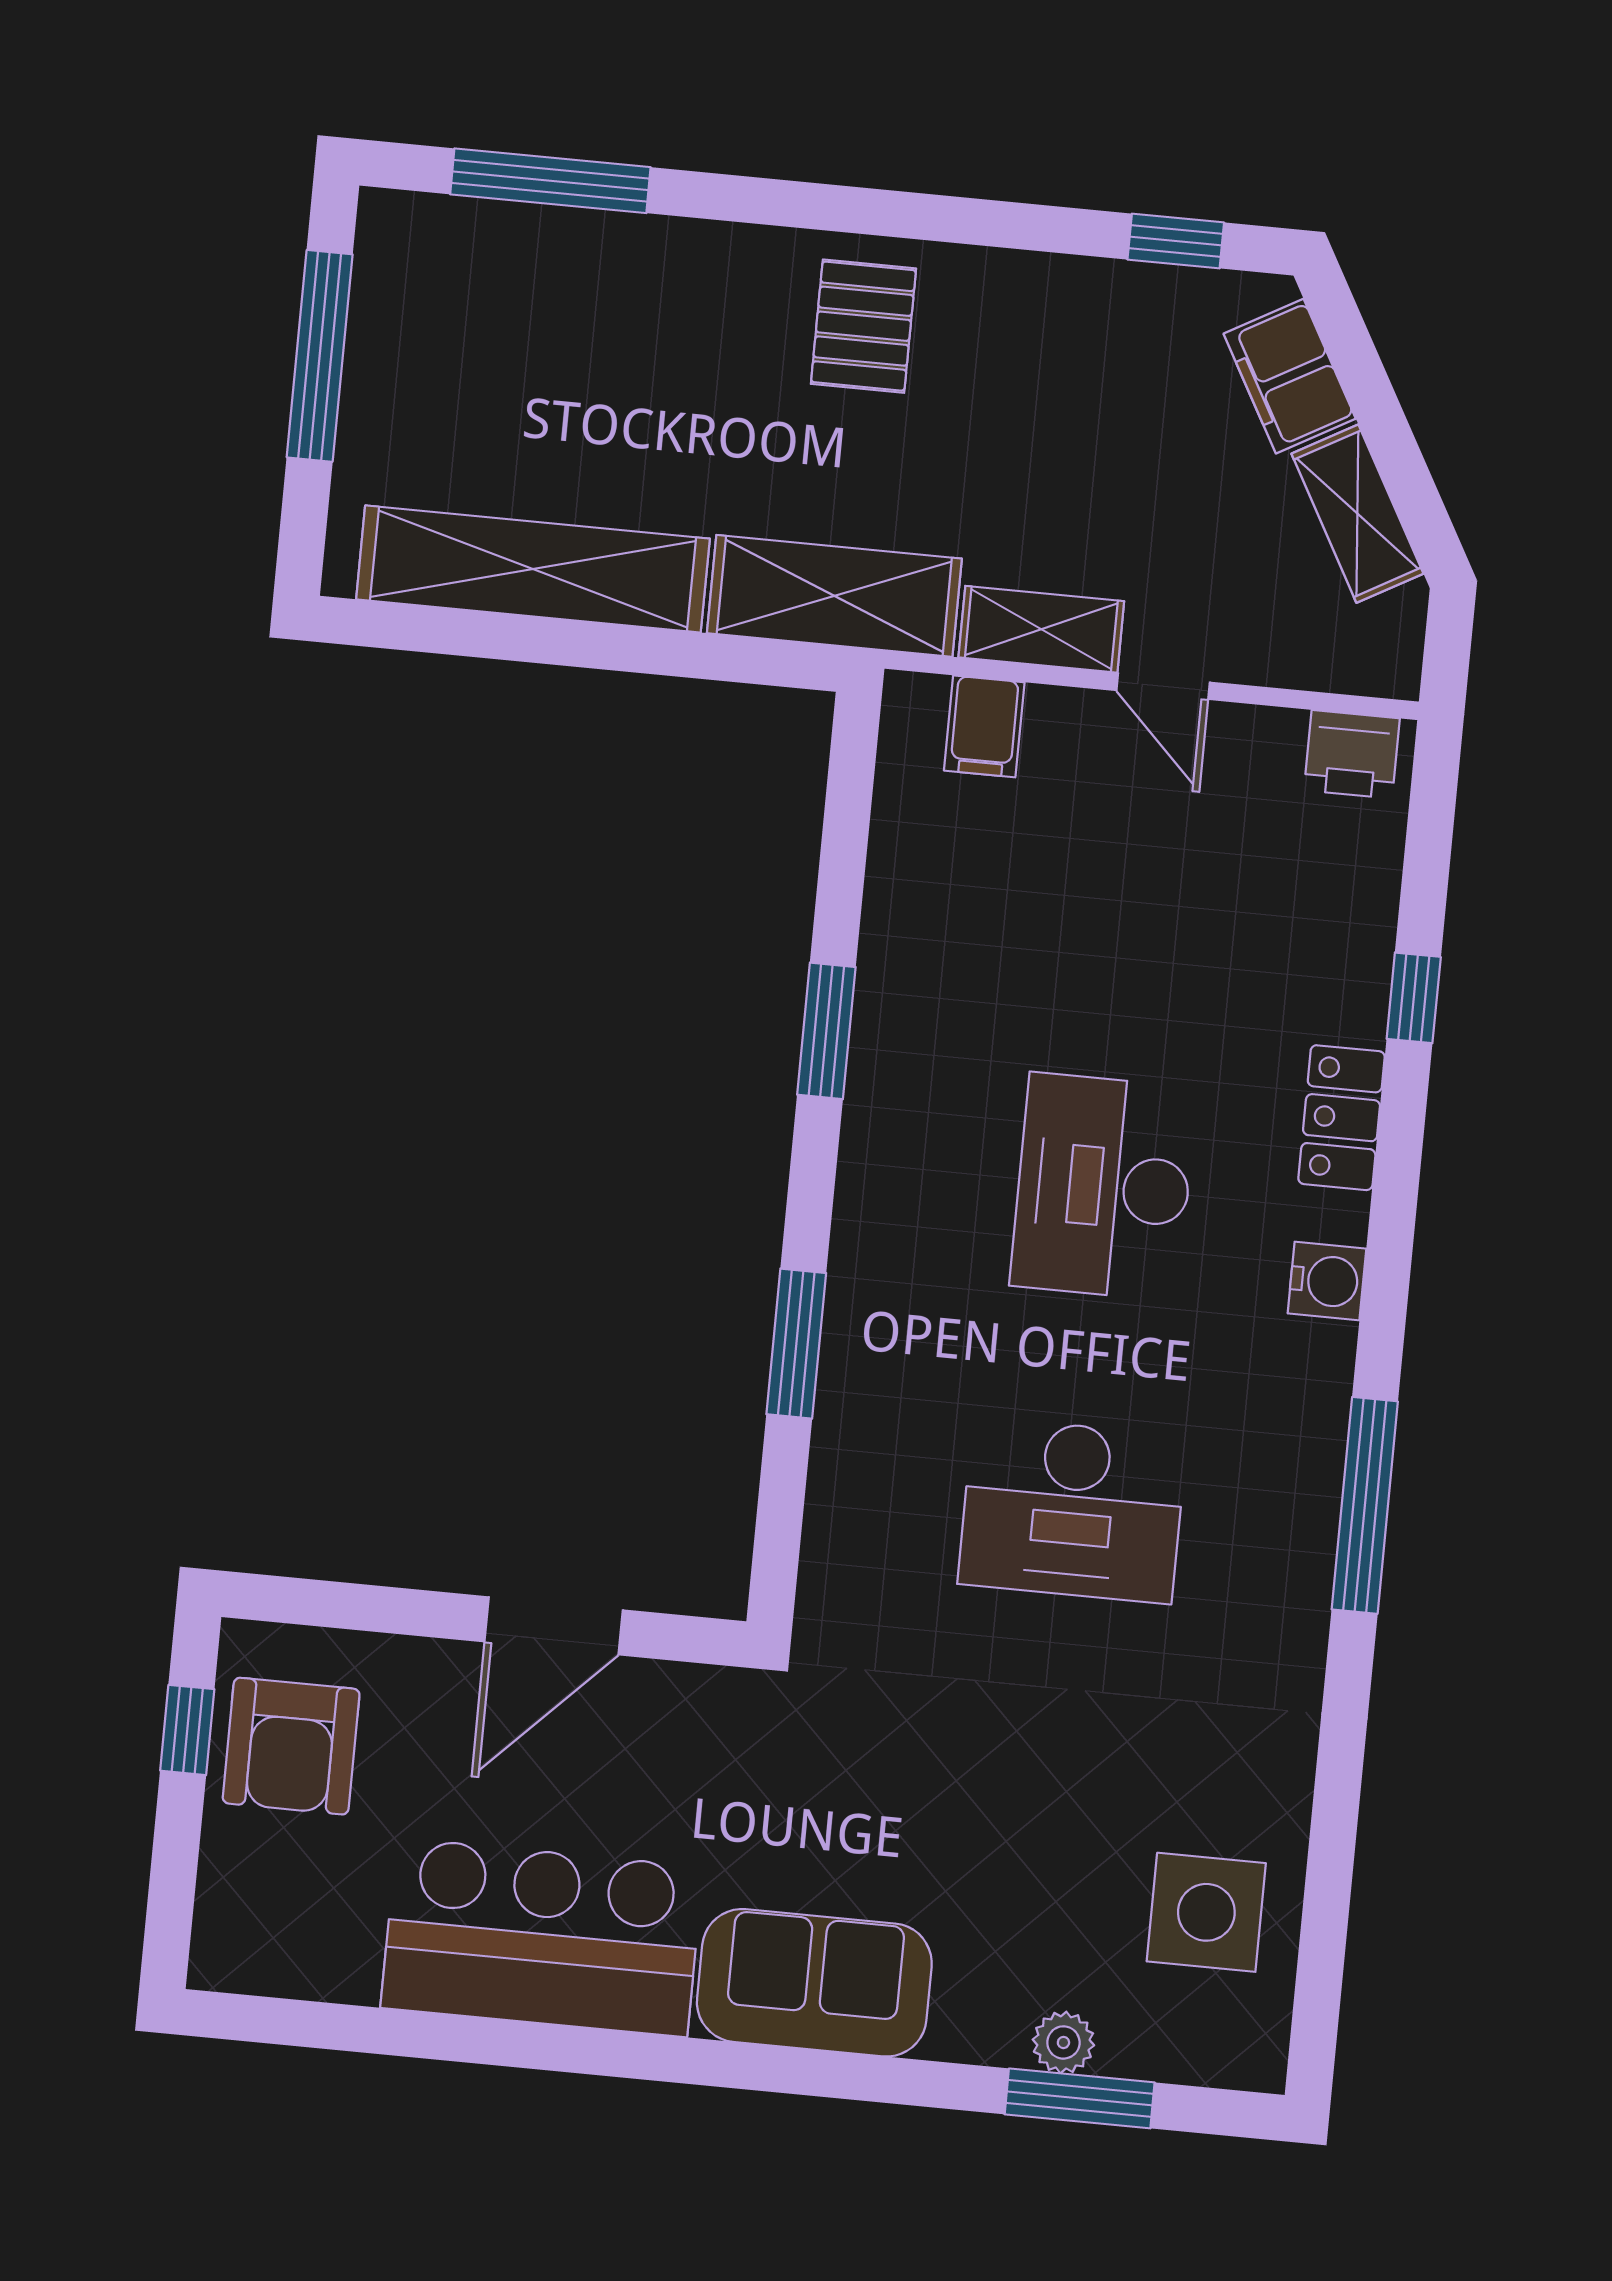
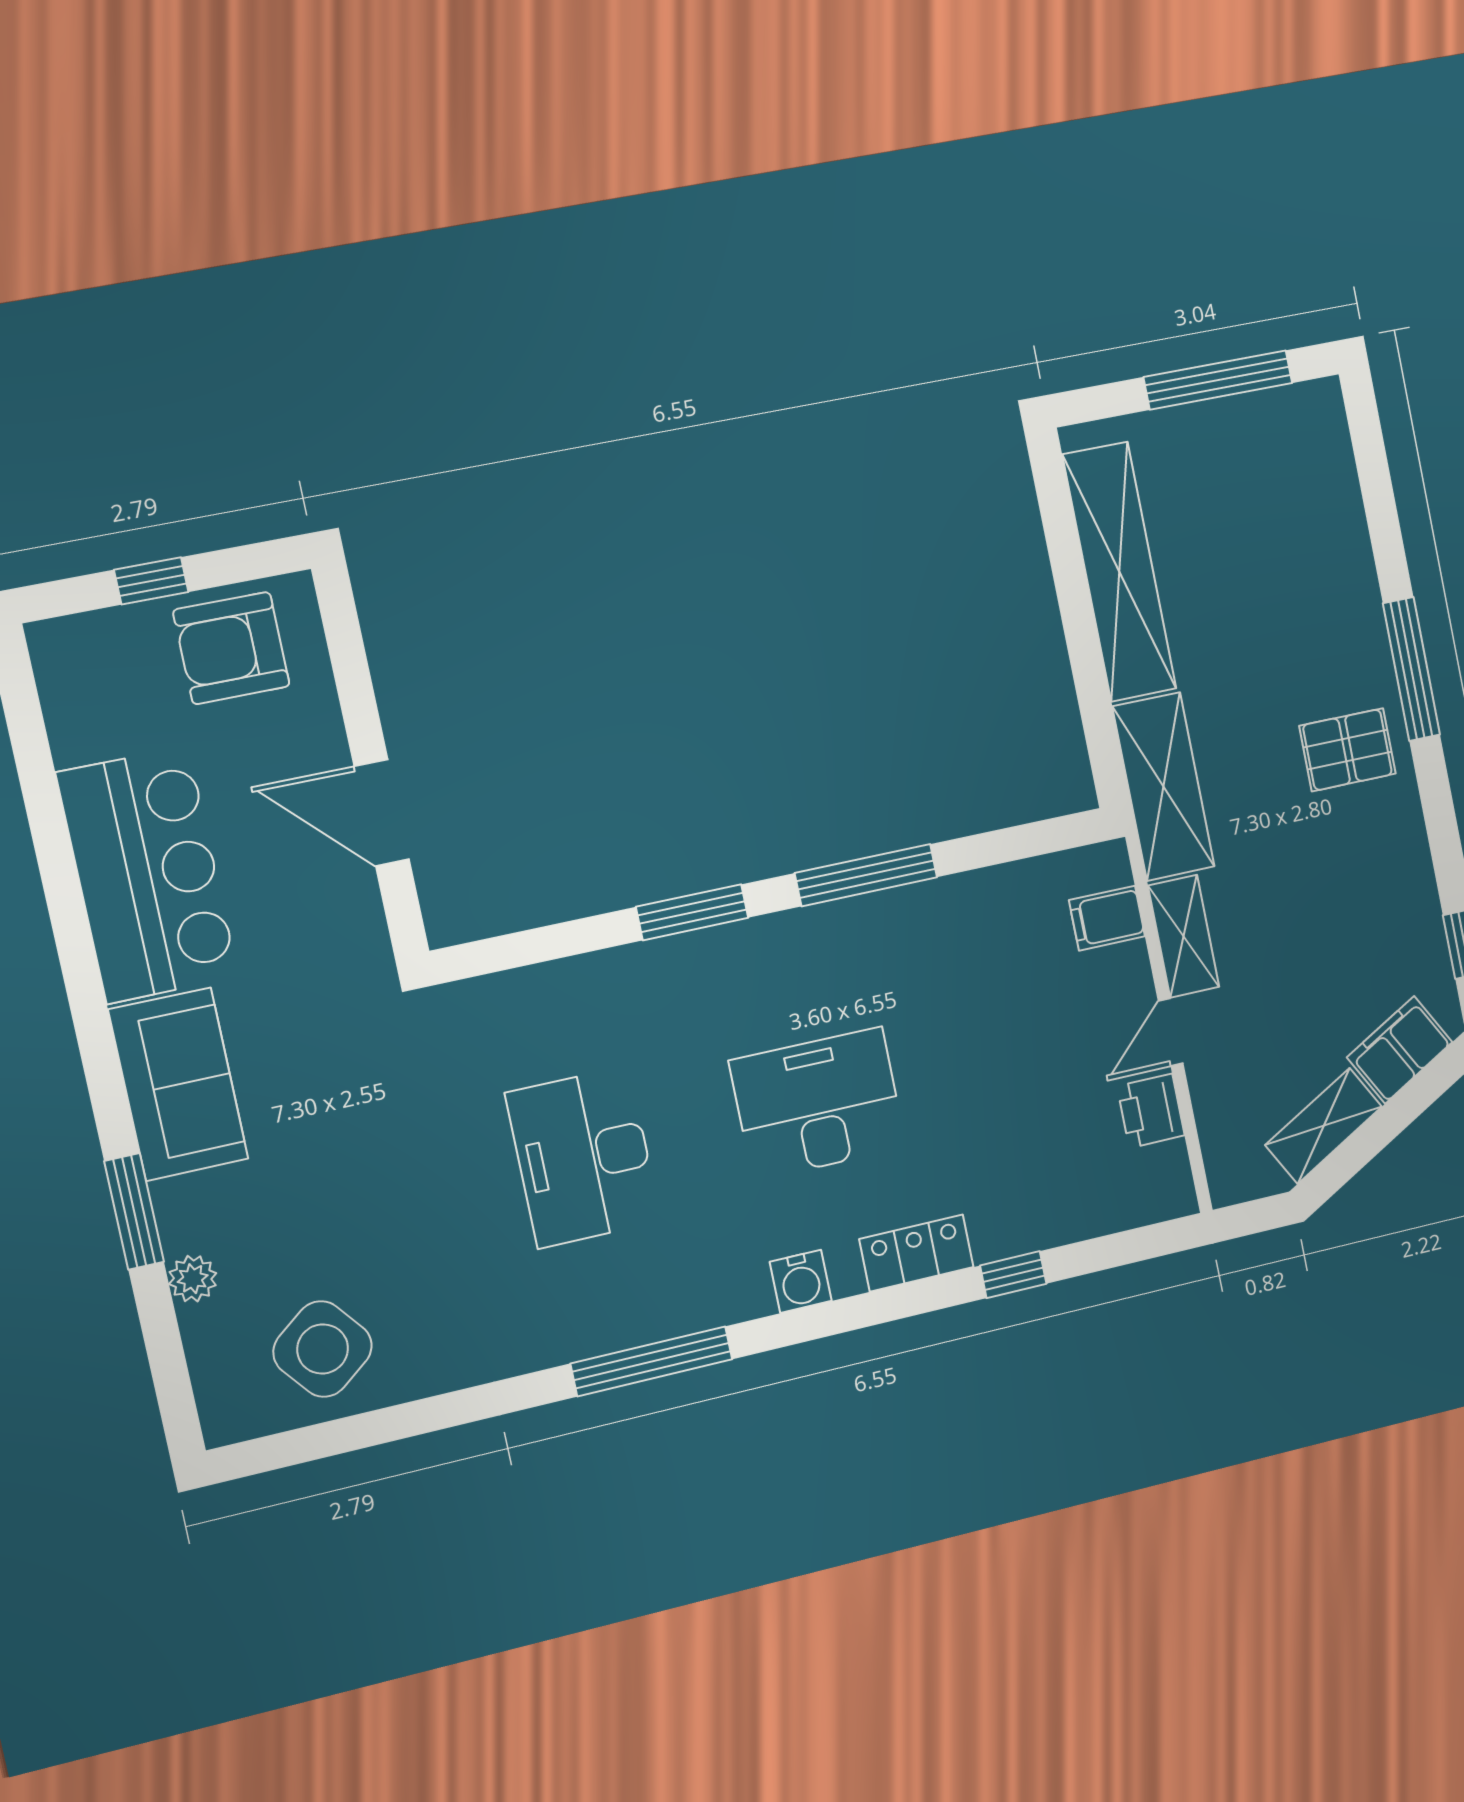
window: (550, 181) -> (1411, 669), moved
printer: (1352, 754) -> (1151, 1111), moved
window: (826, 1031) -> (866, 875), width x1.44
window: (796, 1344) -> (692, 912), moved
window: (187, 1730) -> (151, 581), moved
side table: (1206, 1912) -> (323, 1349), turned -38
window: (1080, 2098) -> (134, 1211), moved

